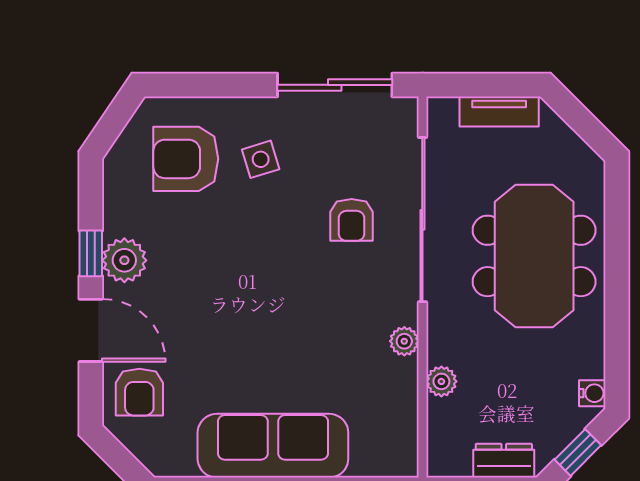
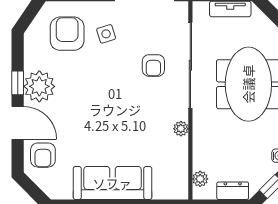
armchair: (186, 159) -> (67, 34), turned 90
plant: (124, 260) -> (39, 86), width x1.36, depth x1.36
plant: (441, 381) -> (200, 179), moved

